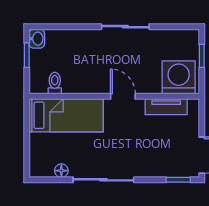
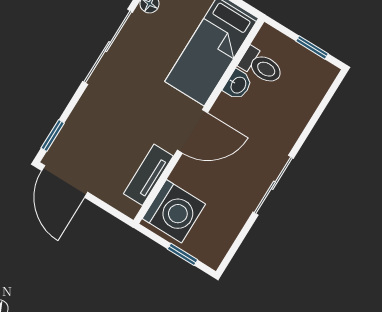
washbasin: (37, 39) -> (238, 85), moved, turned -90
toilet: (55, 83) -> (261, 66), width x1.37, depth x1.39
door: (123, 96) -> (192, 131), width x1.38

